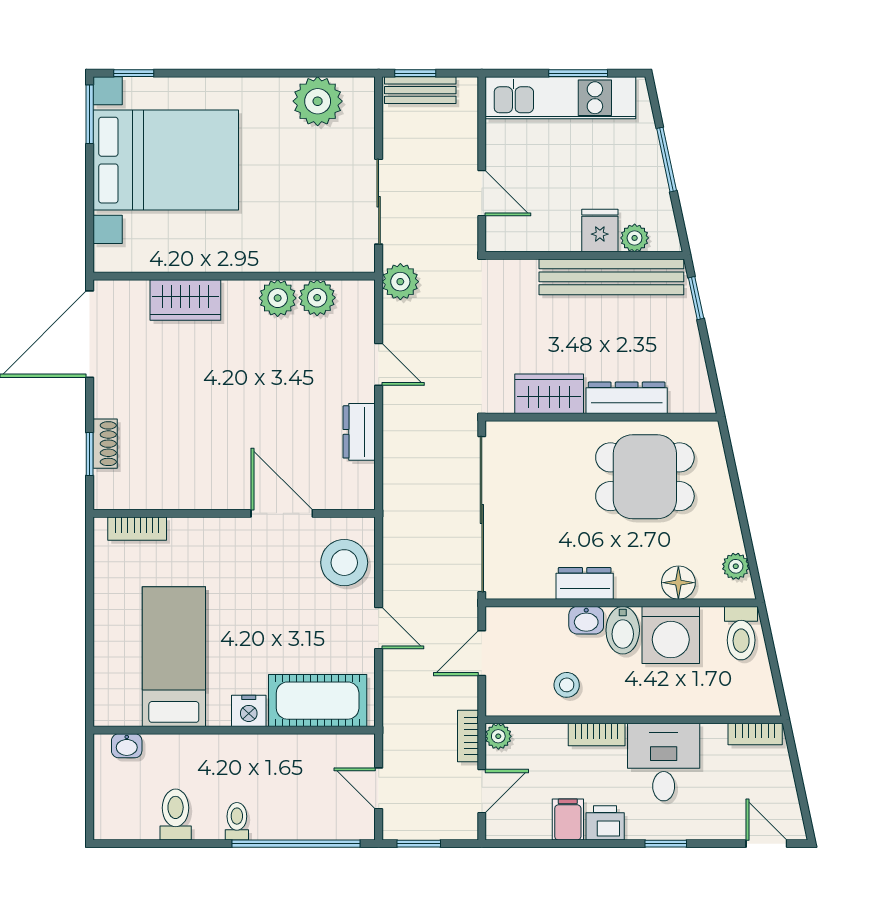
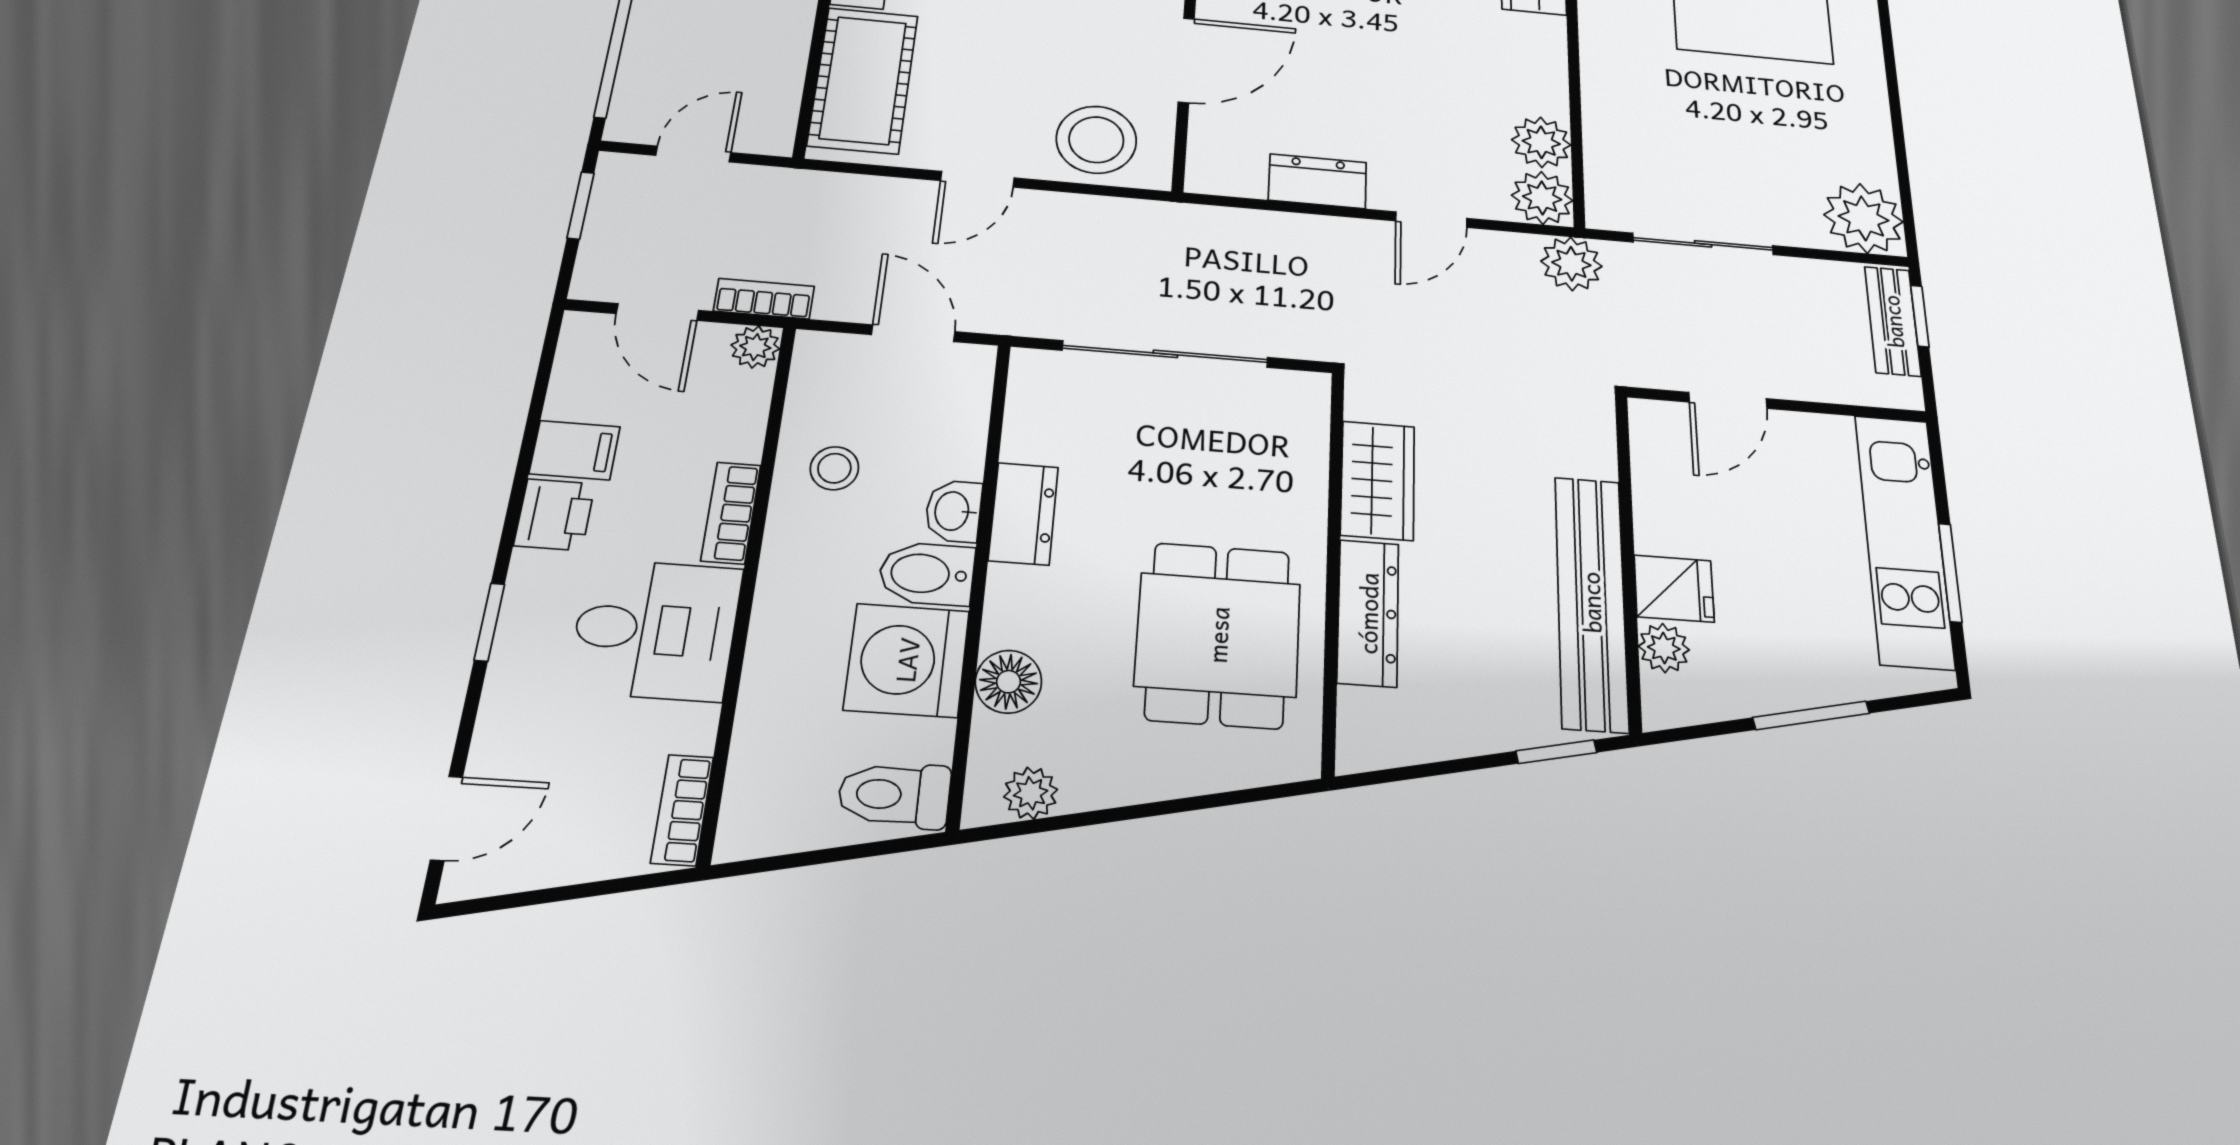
plant: (318, 101) -> (1864, 218), moved
plant: (278, 298) -> (1542, 198), moved
sliding door: (482, 514) -> (1165, 354), width x0.73

